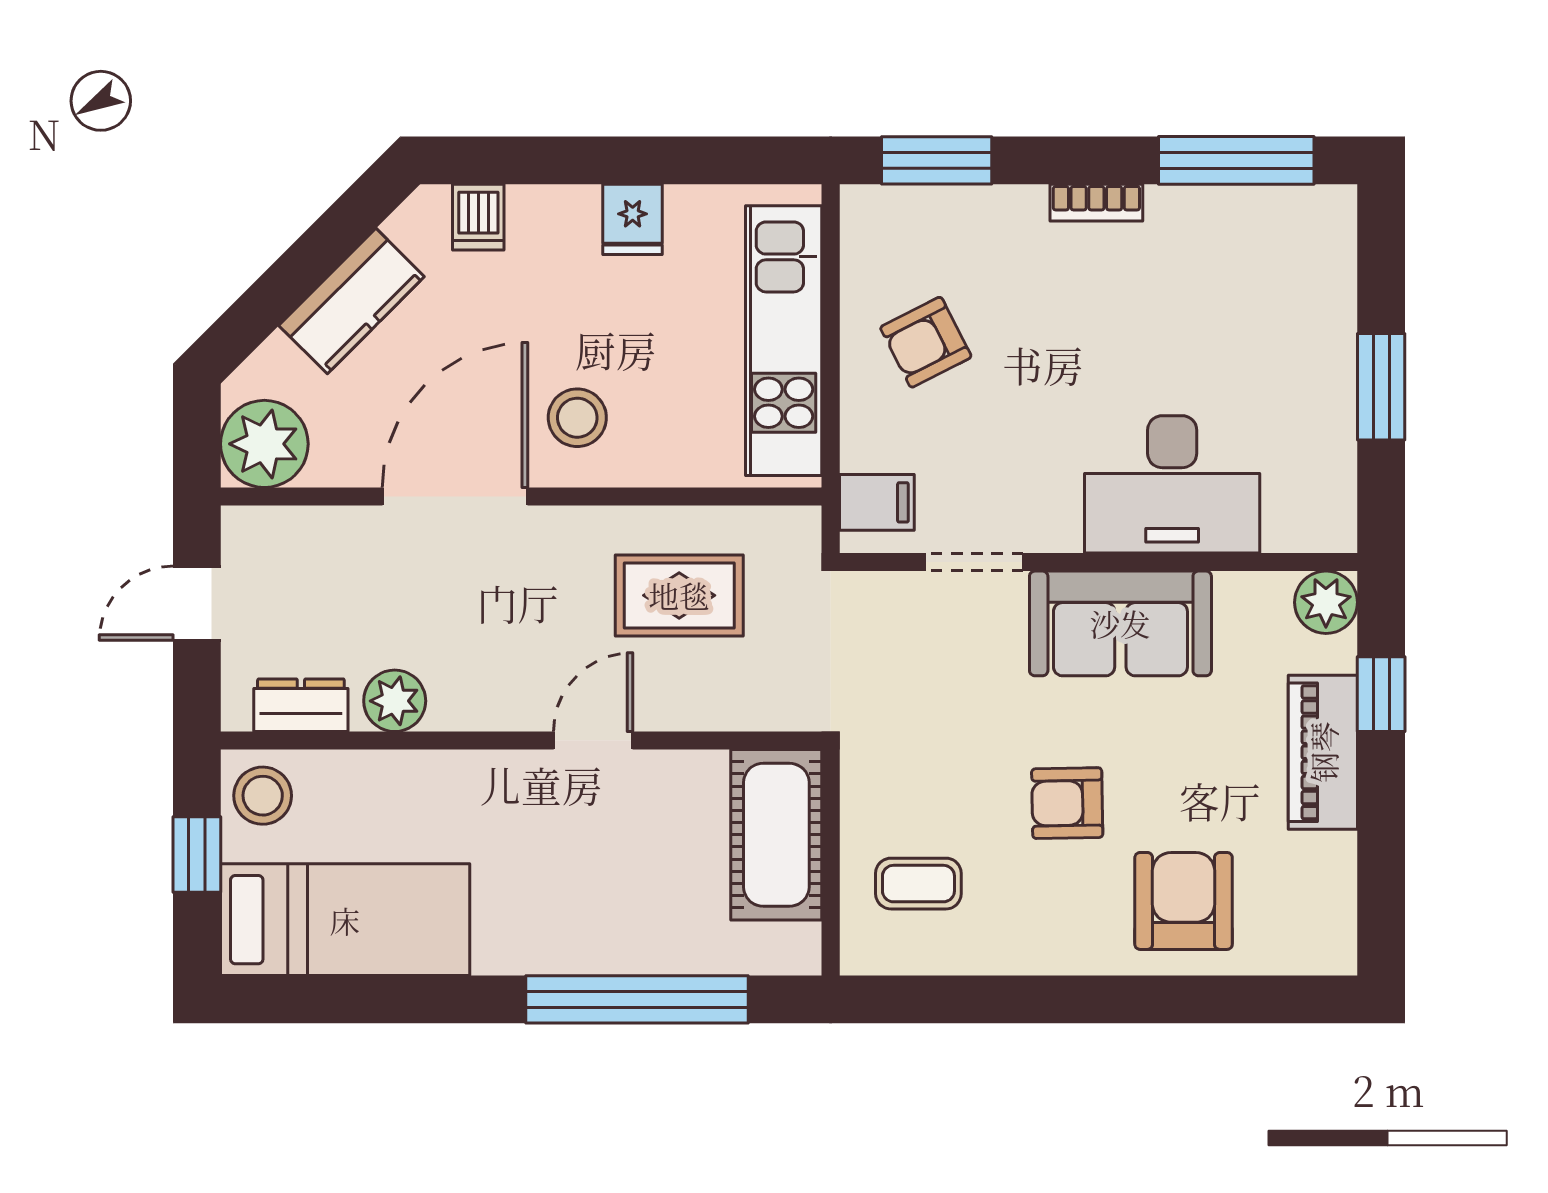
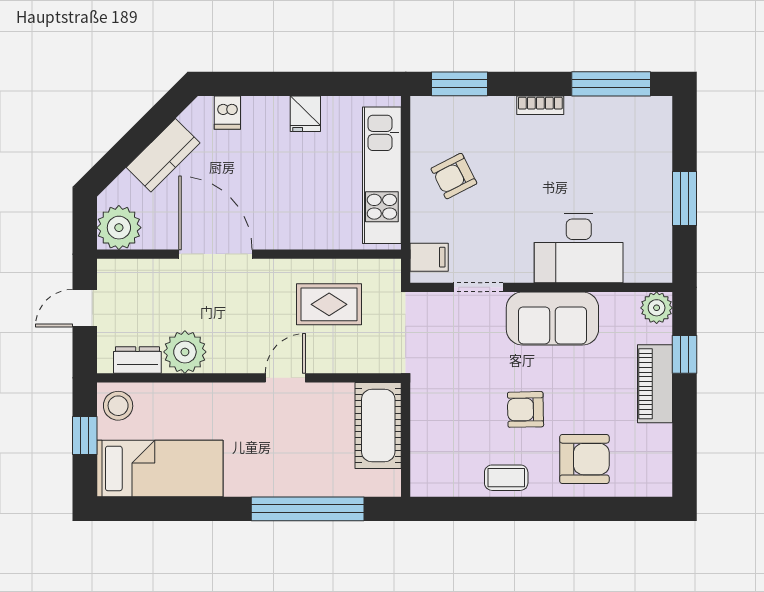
stool: (577, 418) -> (277, 214), removed
door: (455, 497) -> (215, 254), hinge flipped
plant: (395, 701) -> (185, 352), width x1.36, depth x1.36
coffee table: (918, 884) -> (506, 478), moved
armchair: (1184, 901) -> (584, 459), turned 90

